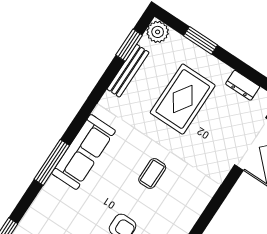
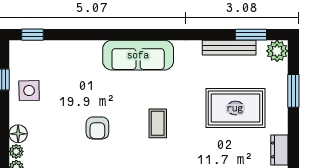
window: (52, 162) -> (112, 35), removed
coffee table: (152, 173) -> (158, 123), turned 90

